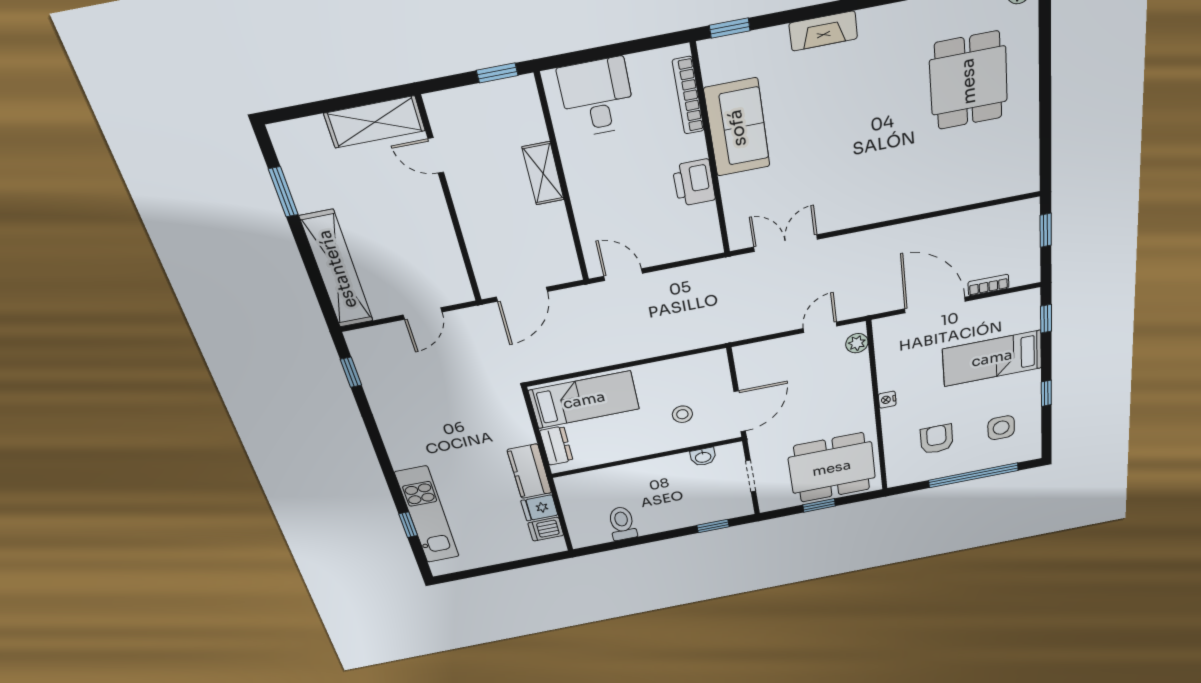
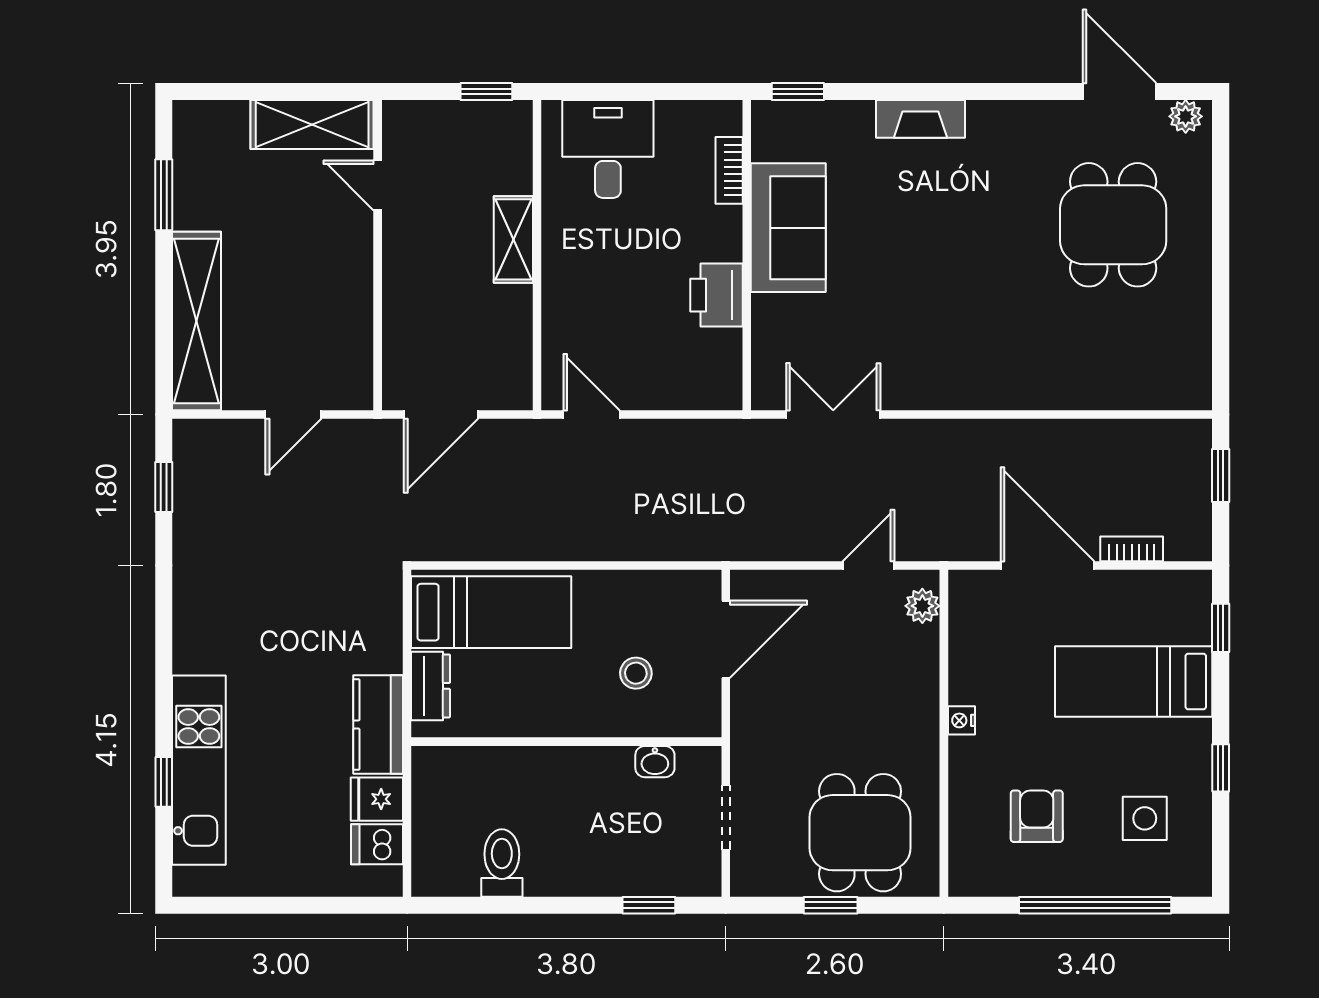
bookcase: (688, 96) -> (729, 170), width x0.64
door: (740, 411) -> (726, 639), moved
dining table: (832, 468) -> (860, 833), width x0.73

